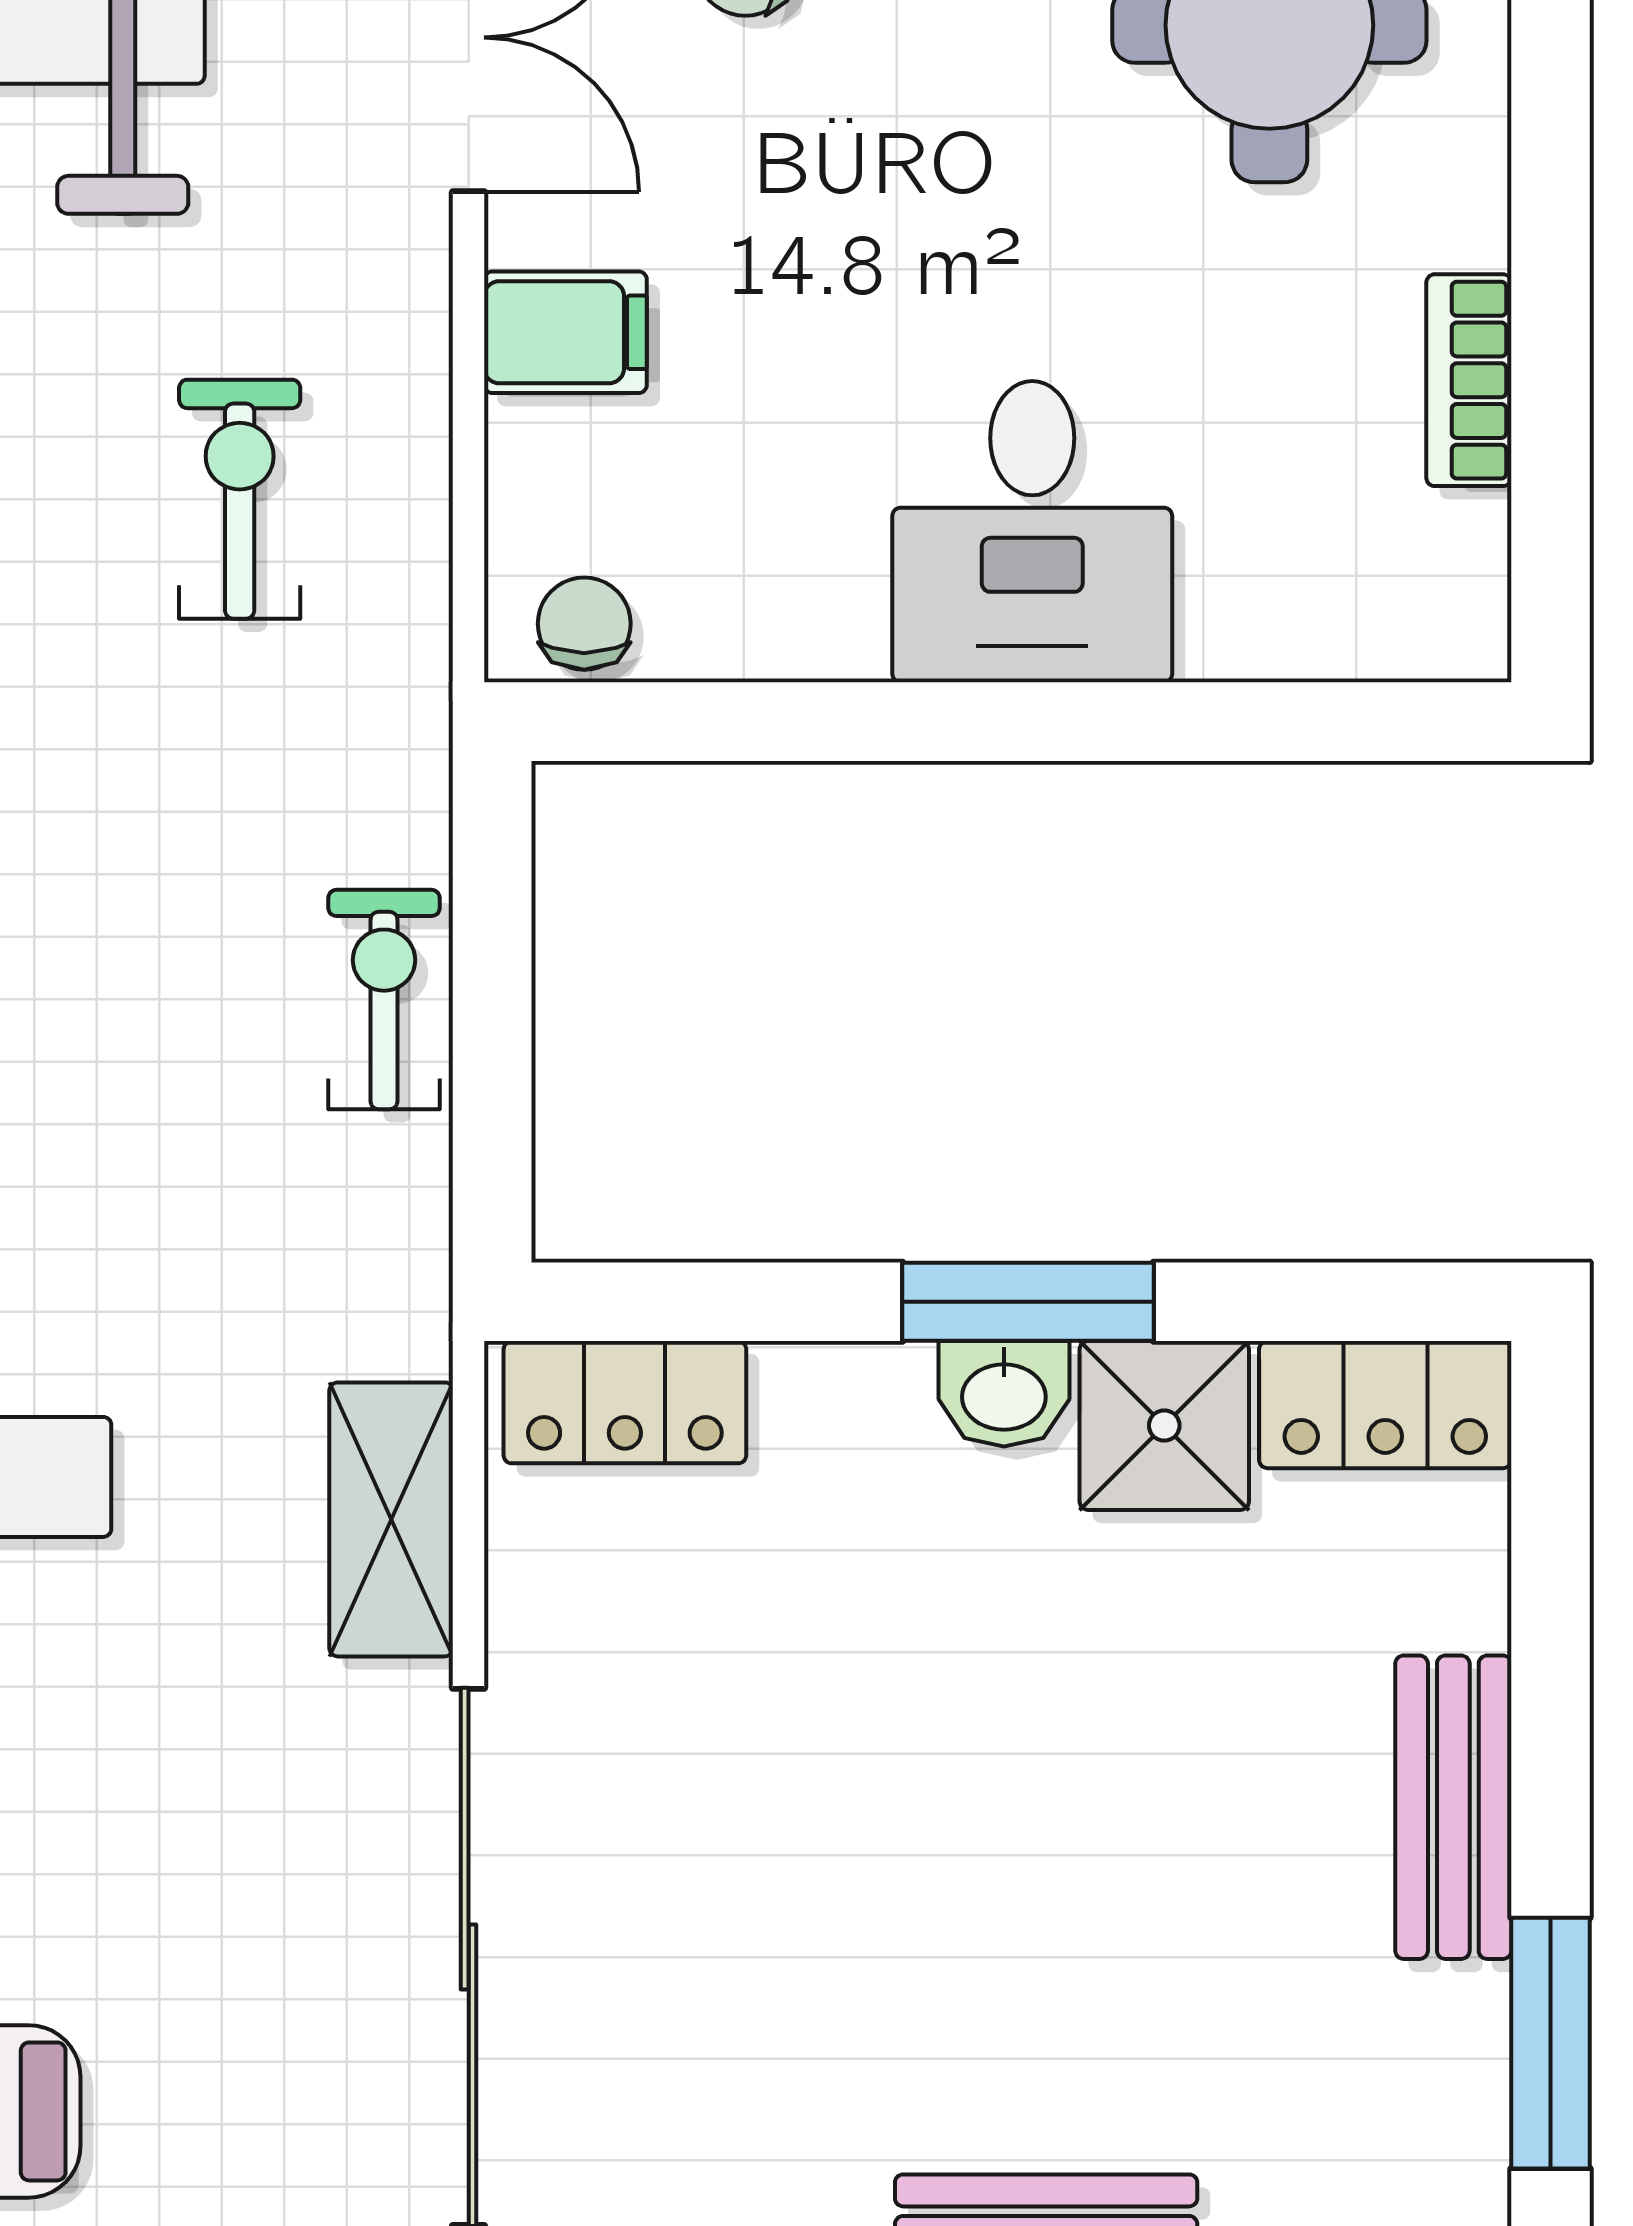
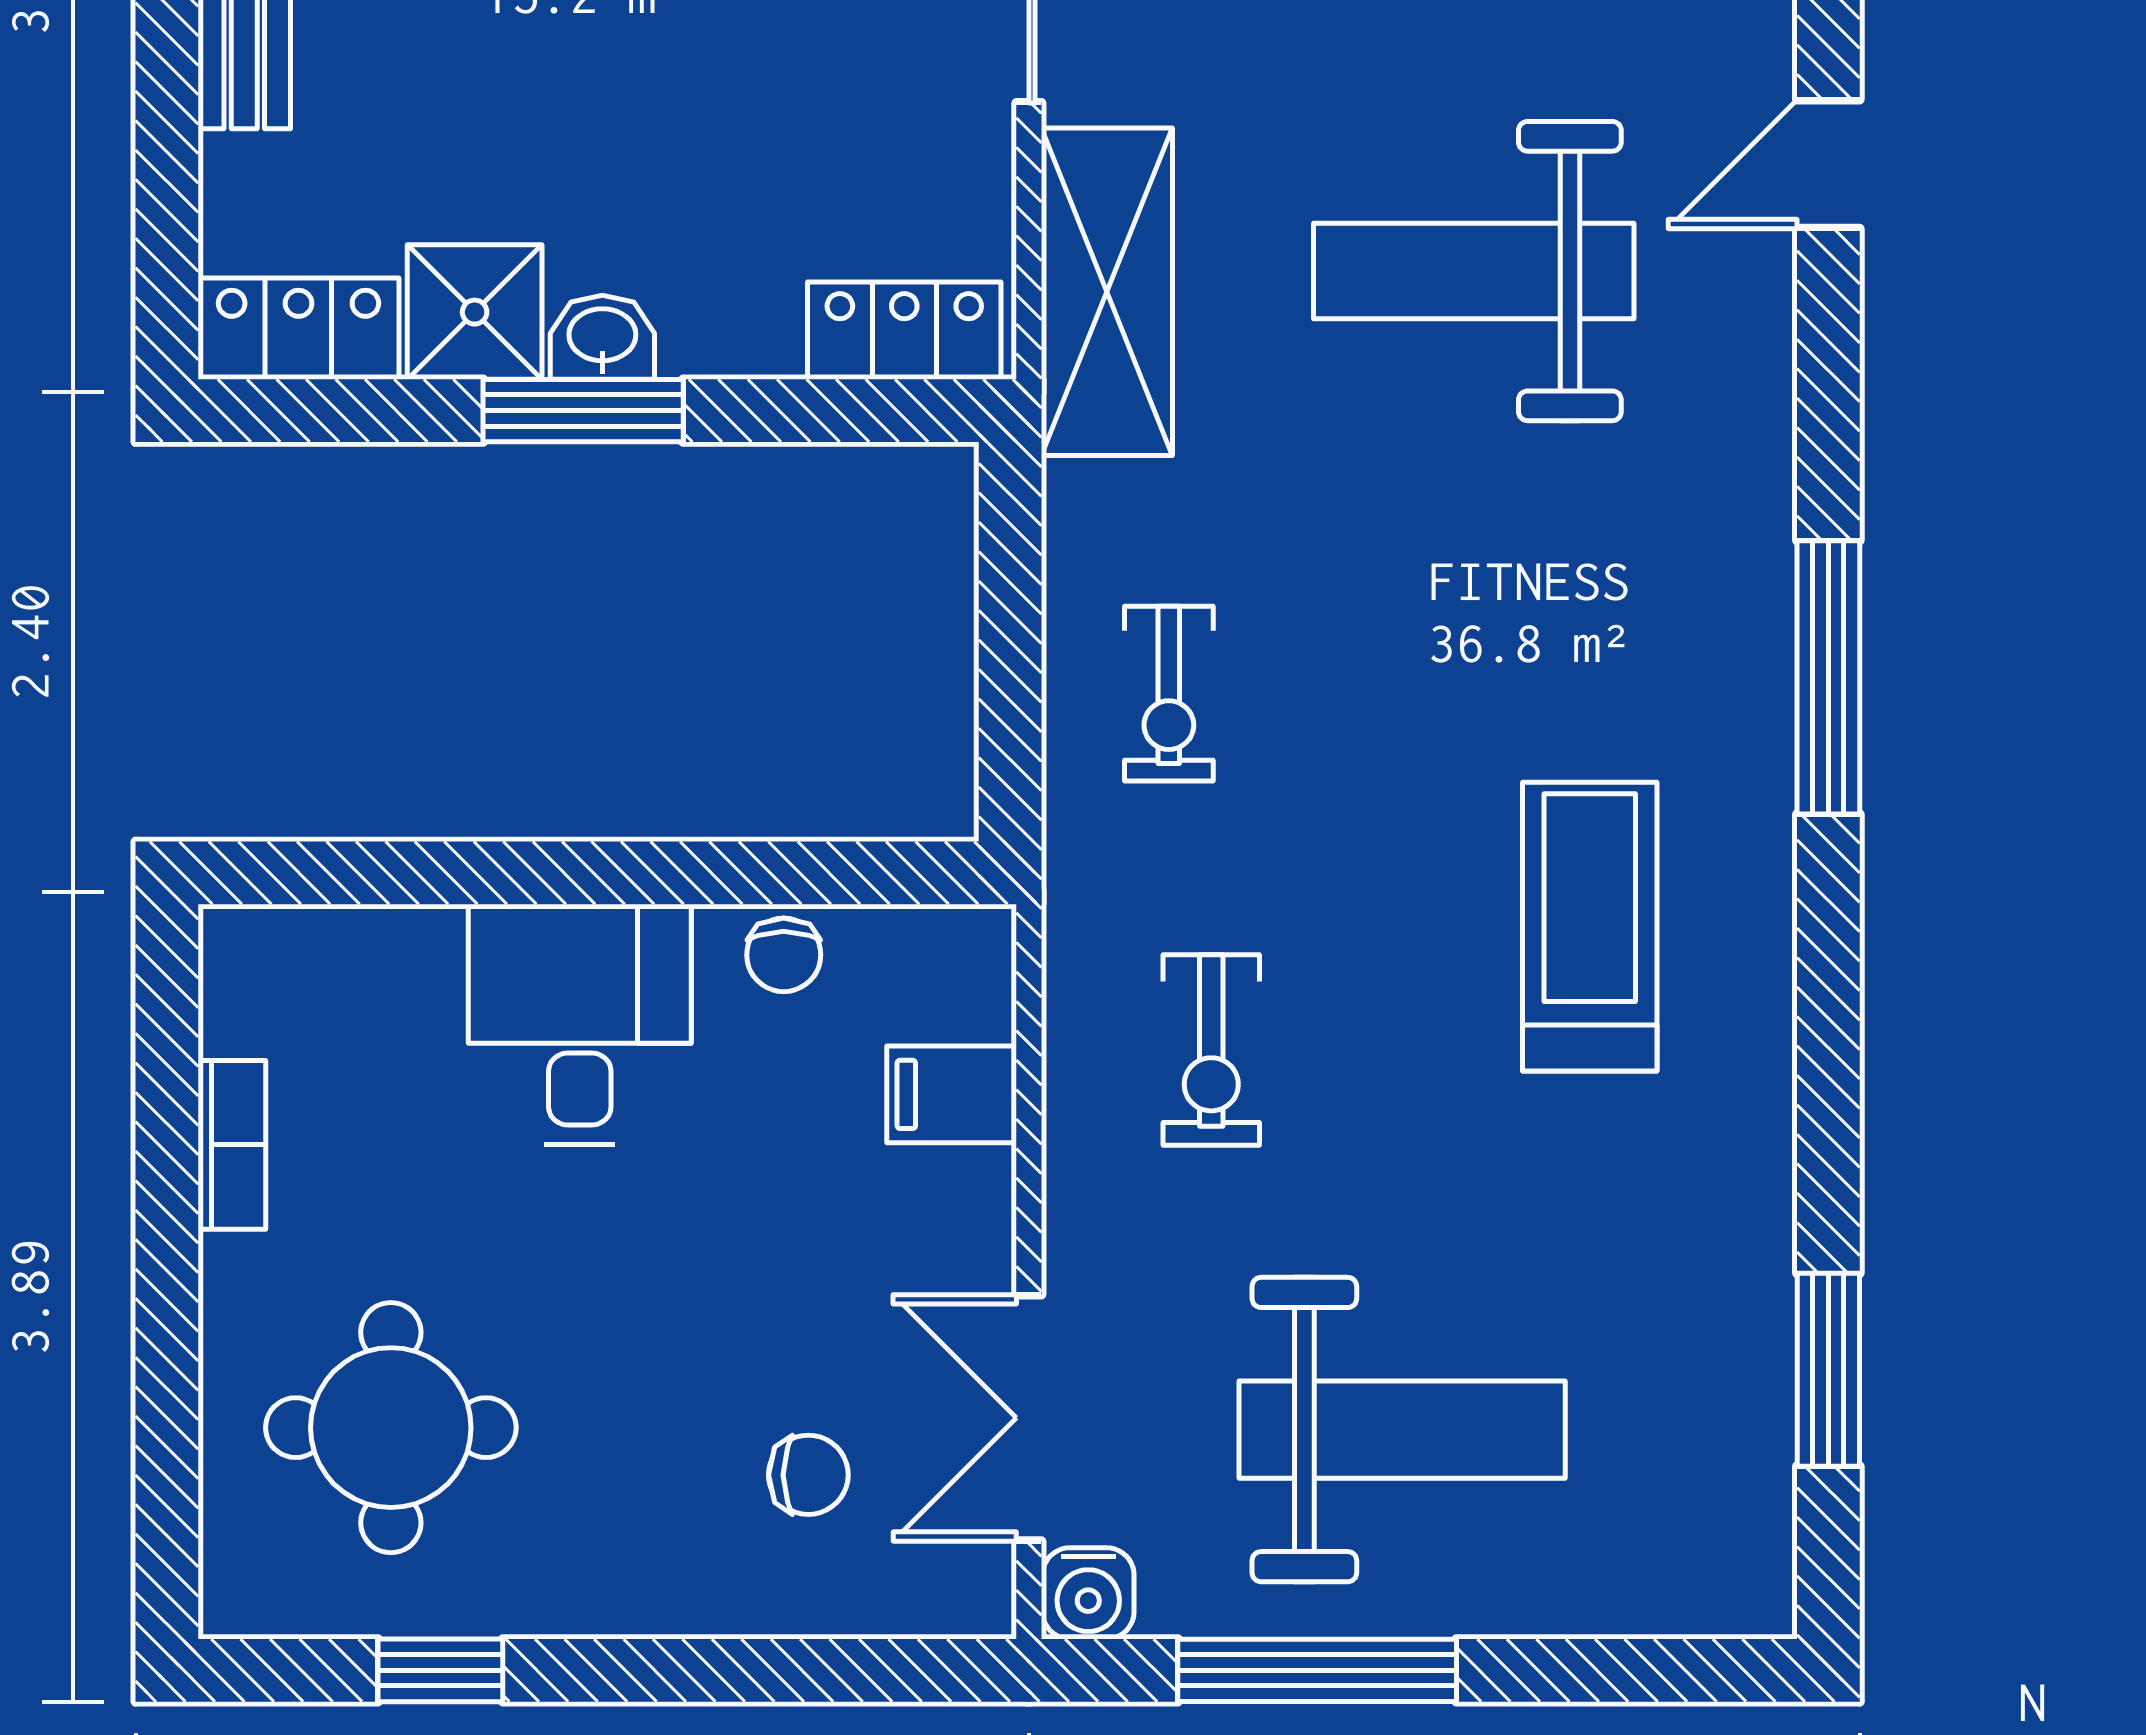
filing cabinet: (565, 332) -> (952, 1094), moved
chair: (584, 624) -> (784, 955), moved
exercise bike: (384, 1000) -> (1169, 694), moved
shelving: (391, 1519) -> (1107, 292), width x1.50, depth x1.33

